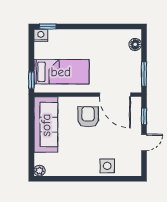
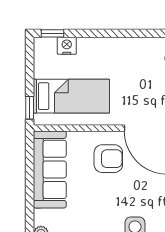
nightstand: (41, 35) -> (67, 46), moved
armchair: (88, 117) -> (108, 159), turned 90

